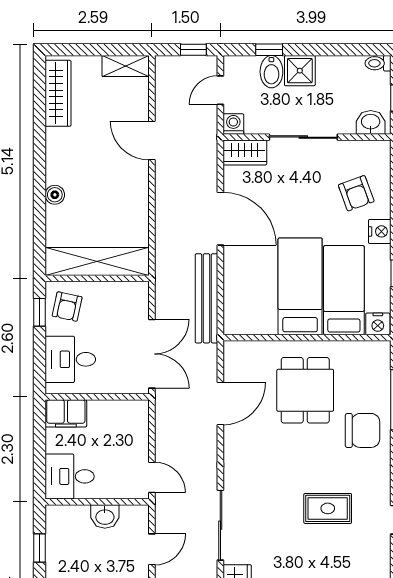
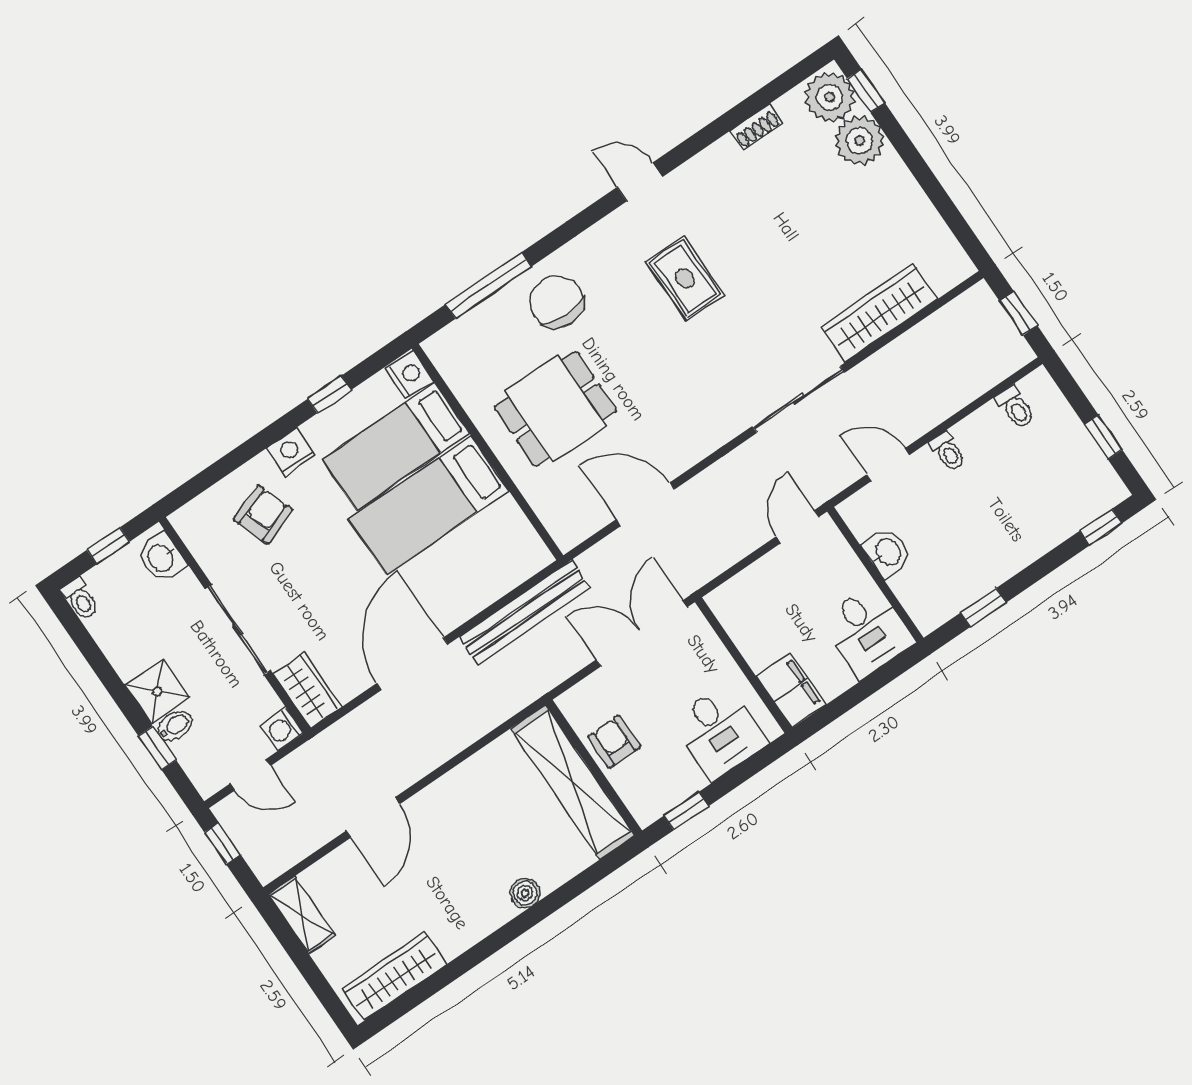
bidet: (271, 72) -> (175, 726), width x0.72, depth x0.74
armchair: (67, 307) -> (614, 742), moved, turned -102

